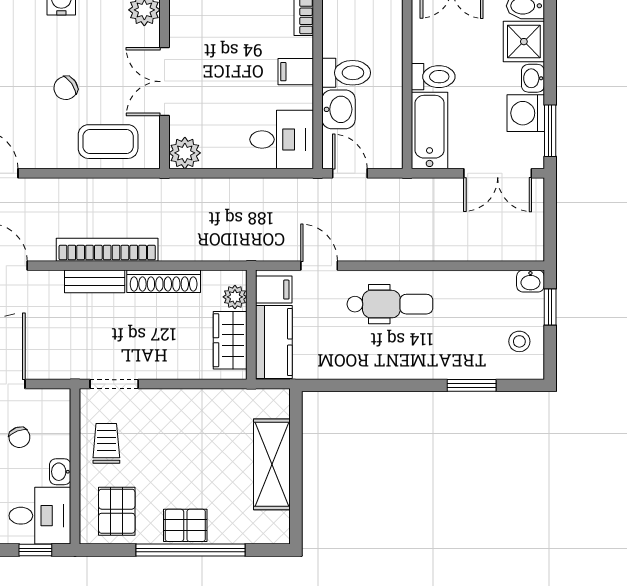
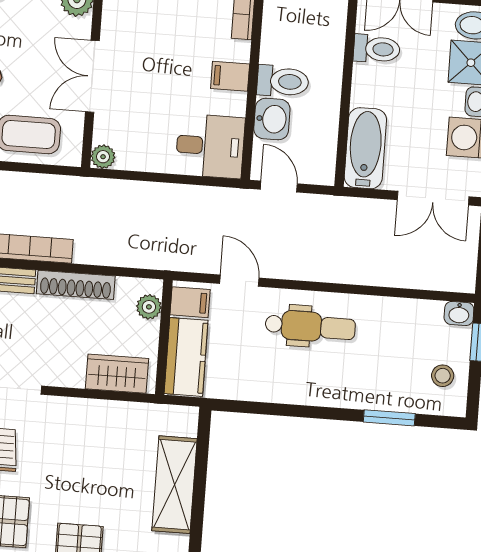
toilet: (433, 77) -> (377, 49), moved
plant: (185, 153) -> (103, 157), width x0.73, depth x0.73
wardrobe: (230, 340) -> (117, 374), moved, turned 90

